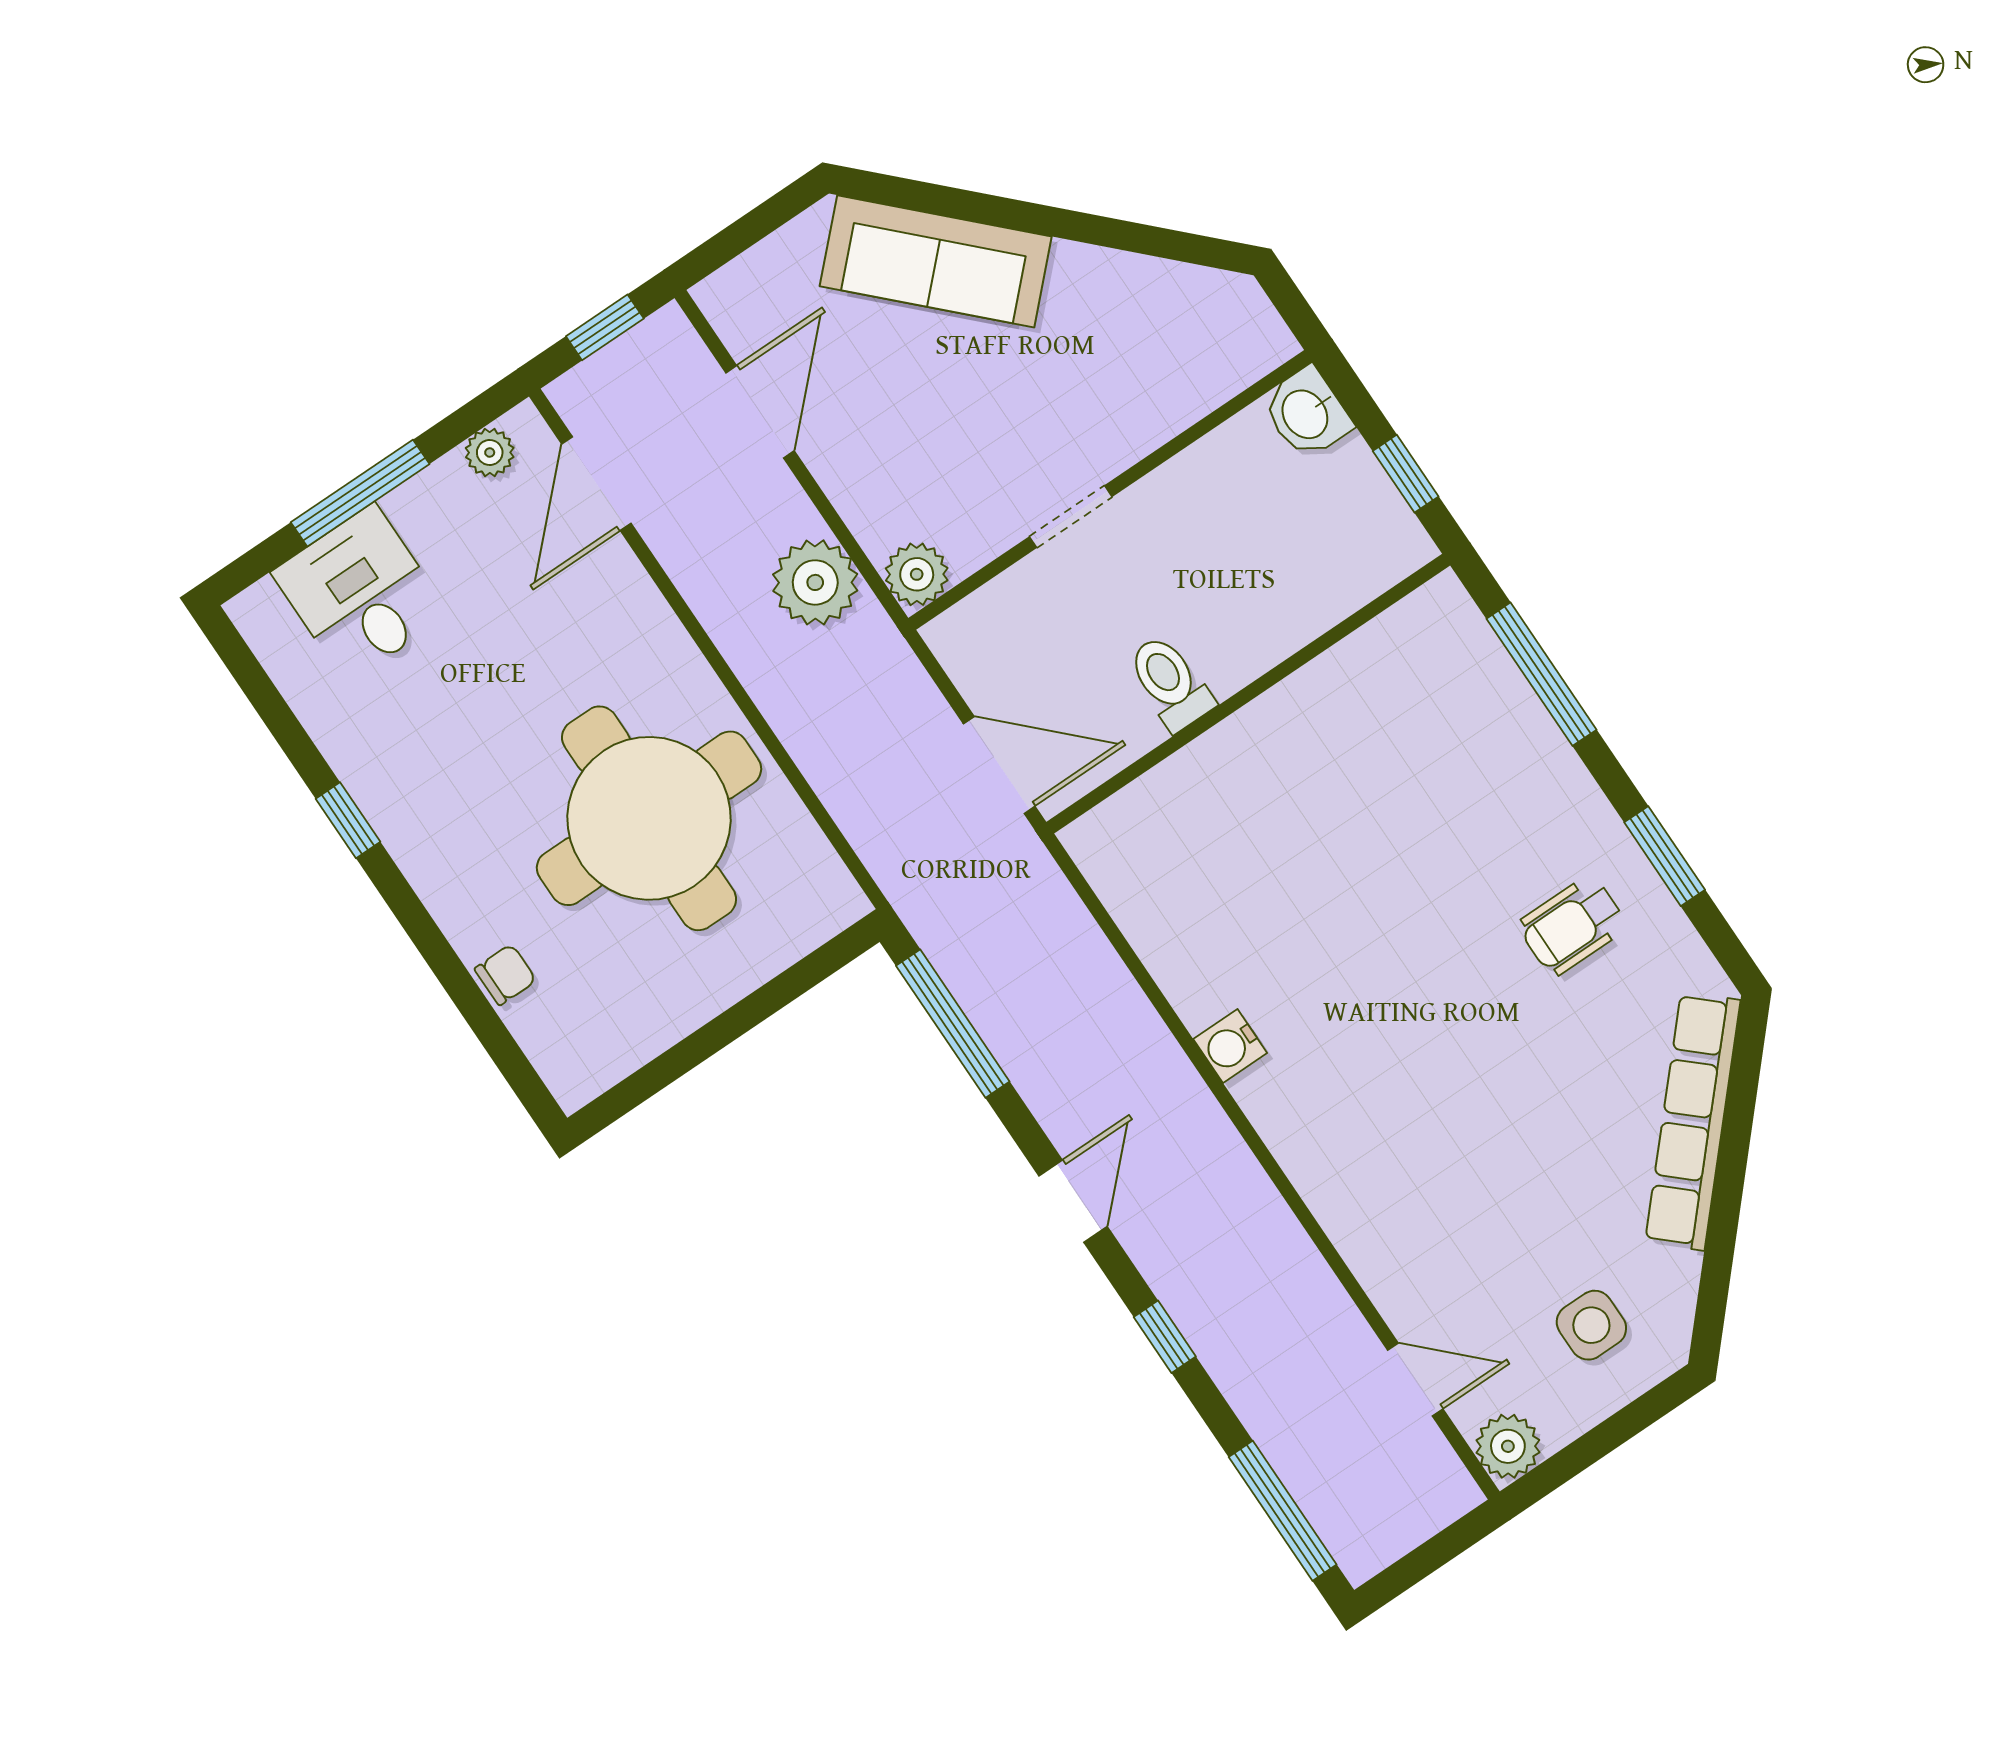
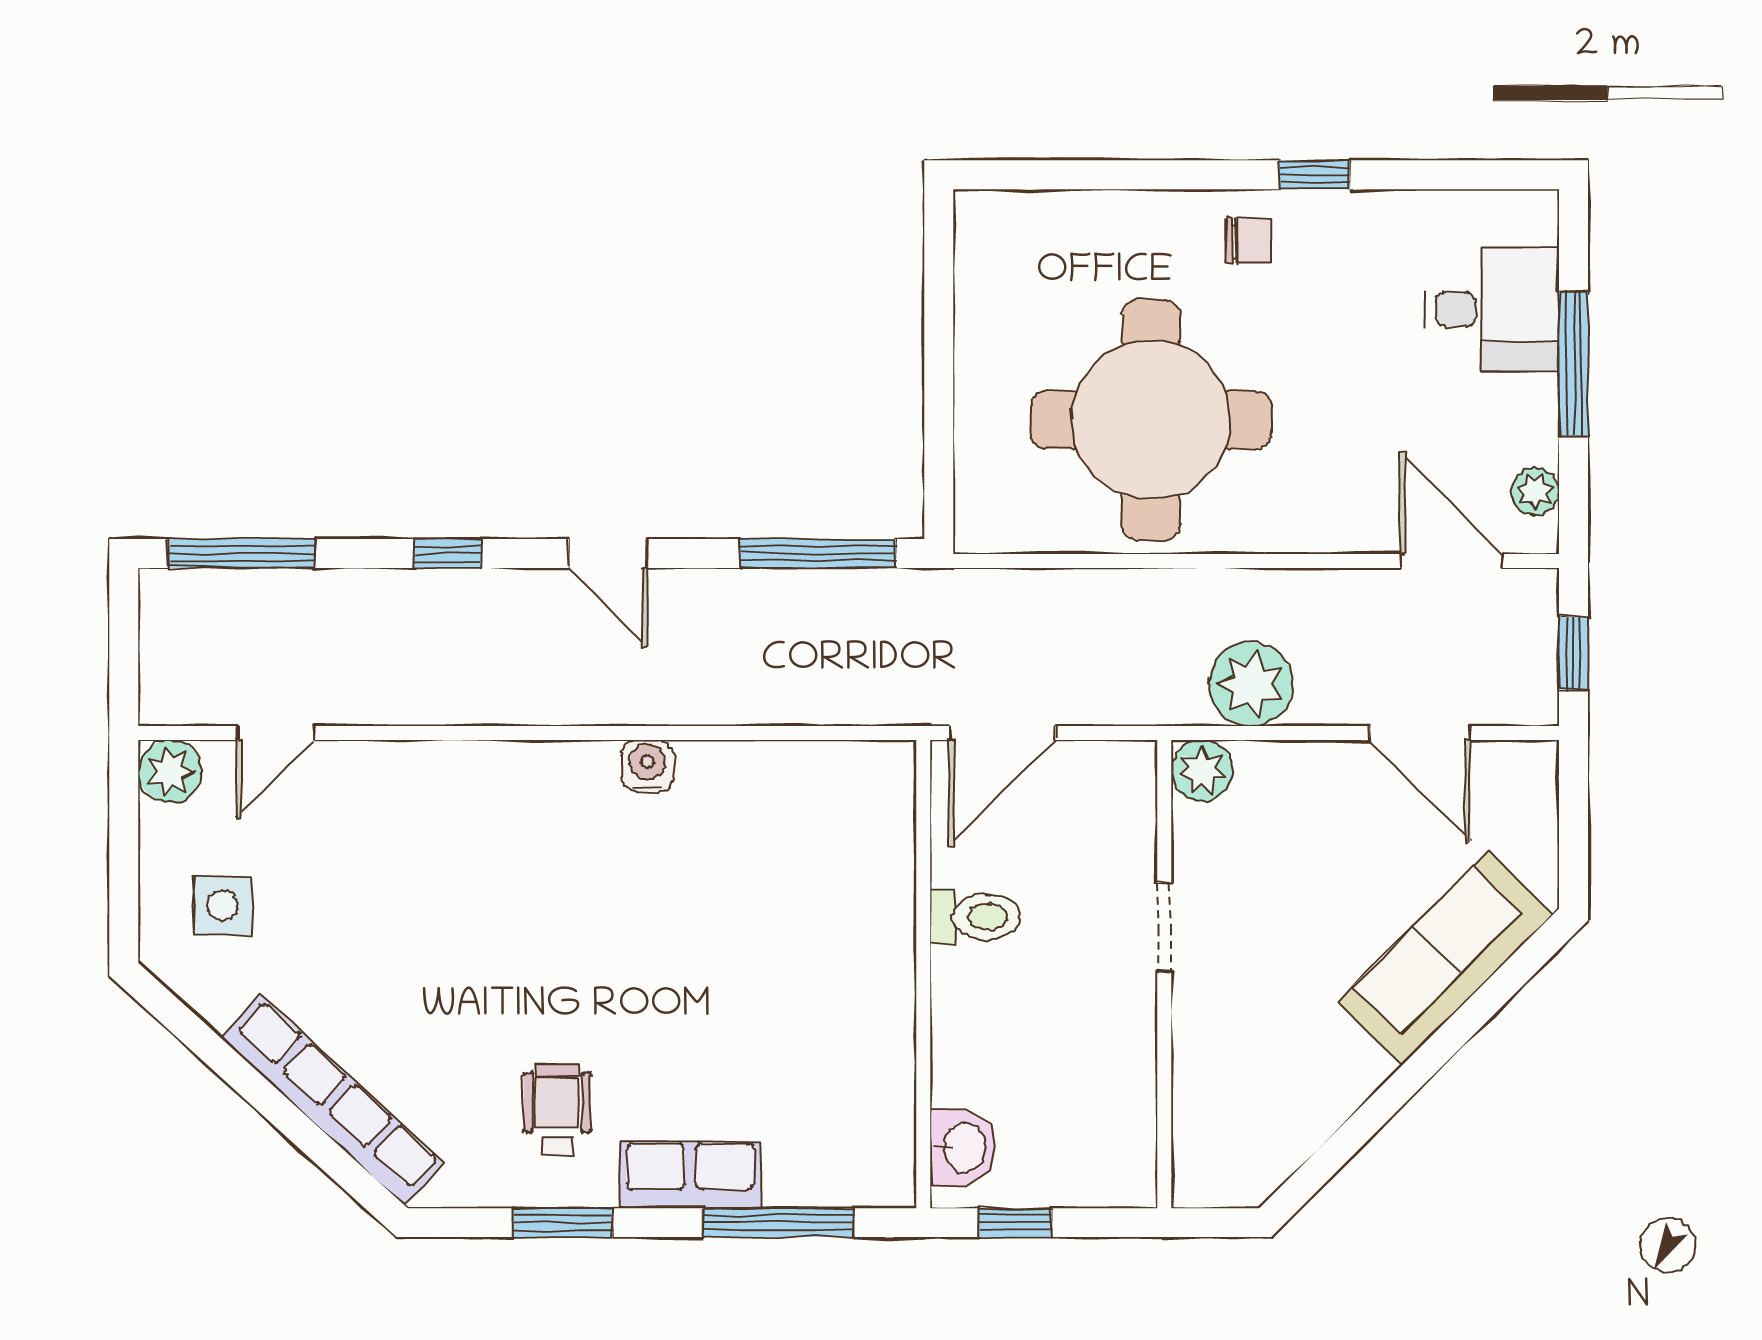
washbasin: (1307, 413) -> (963, 1147), moved, turned 90
row of seats: (1551, 776) -> (690, 1175), added
chair: (505, 975) -> (1248, 241), moved, turned -90

